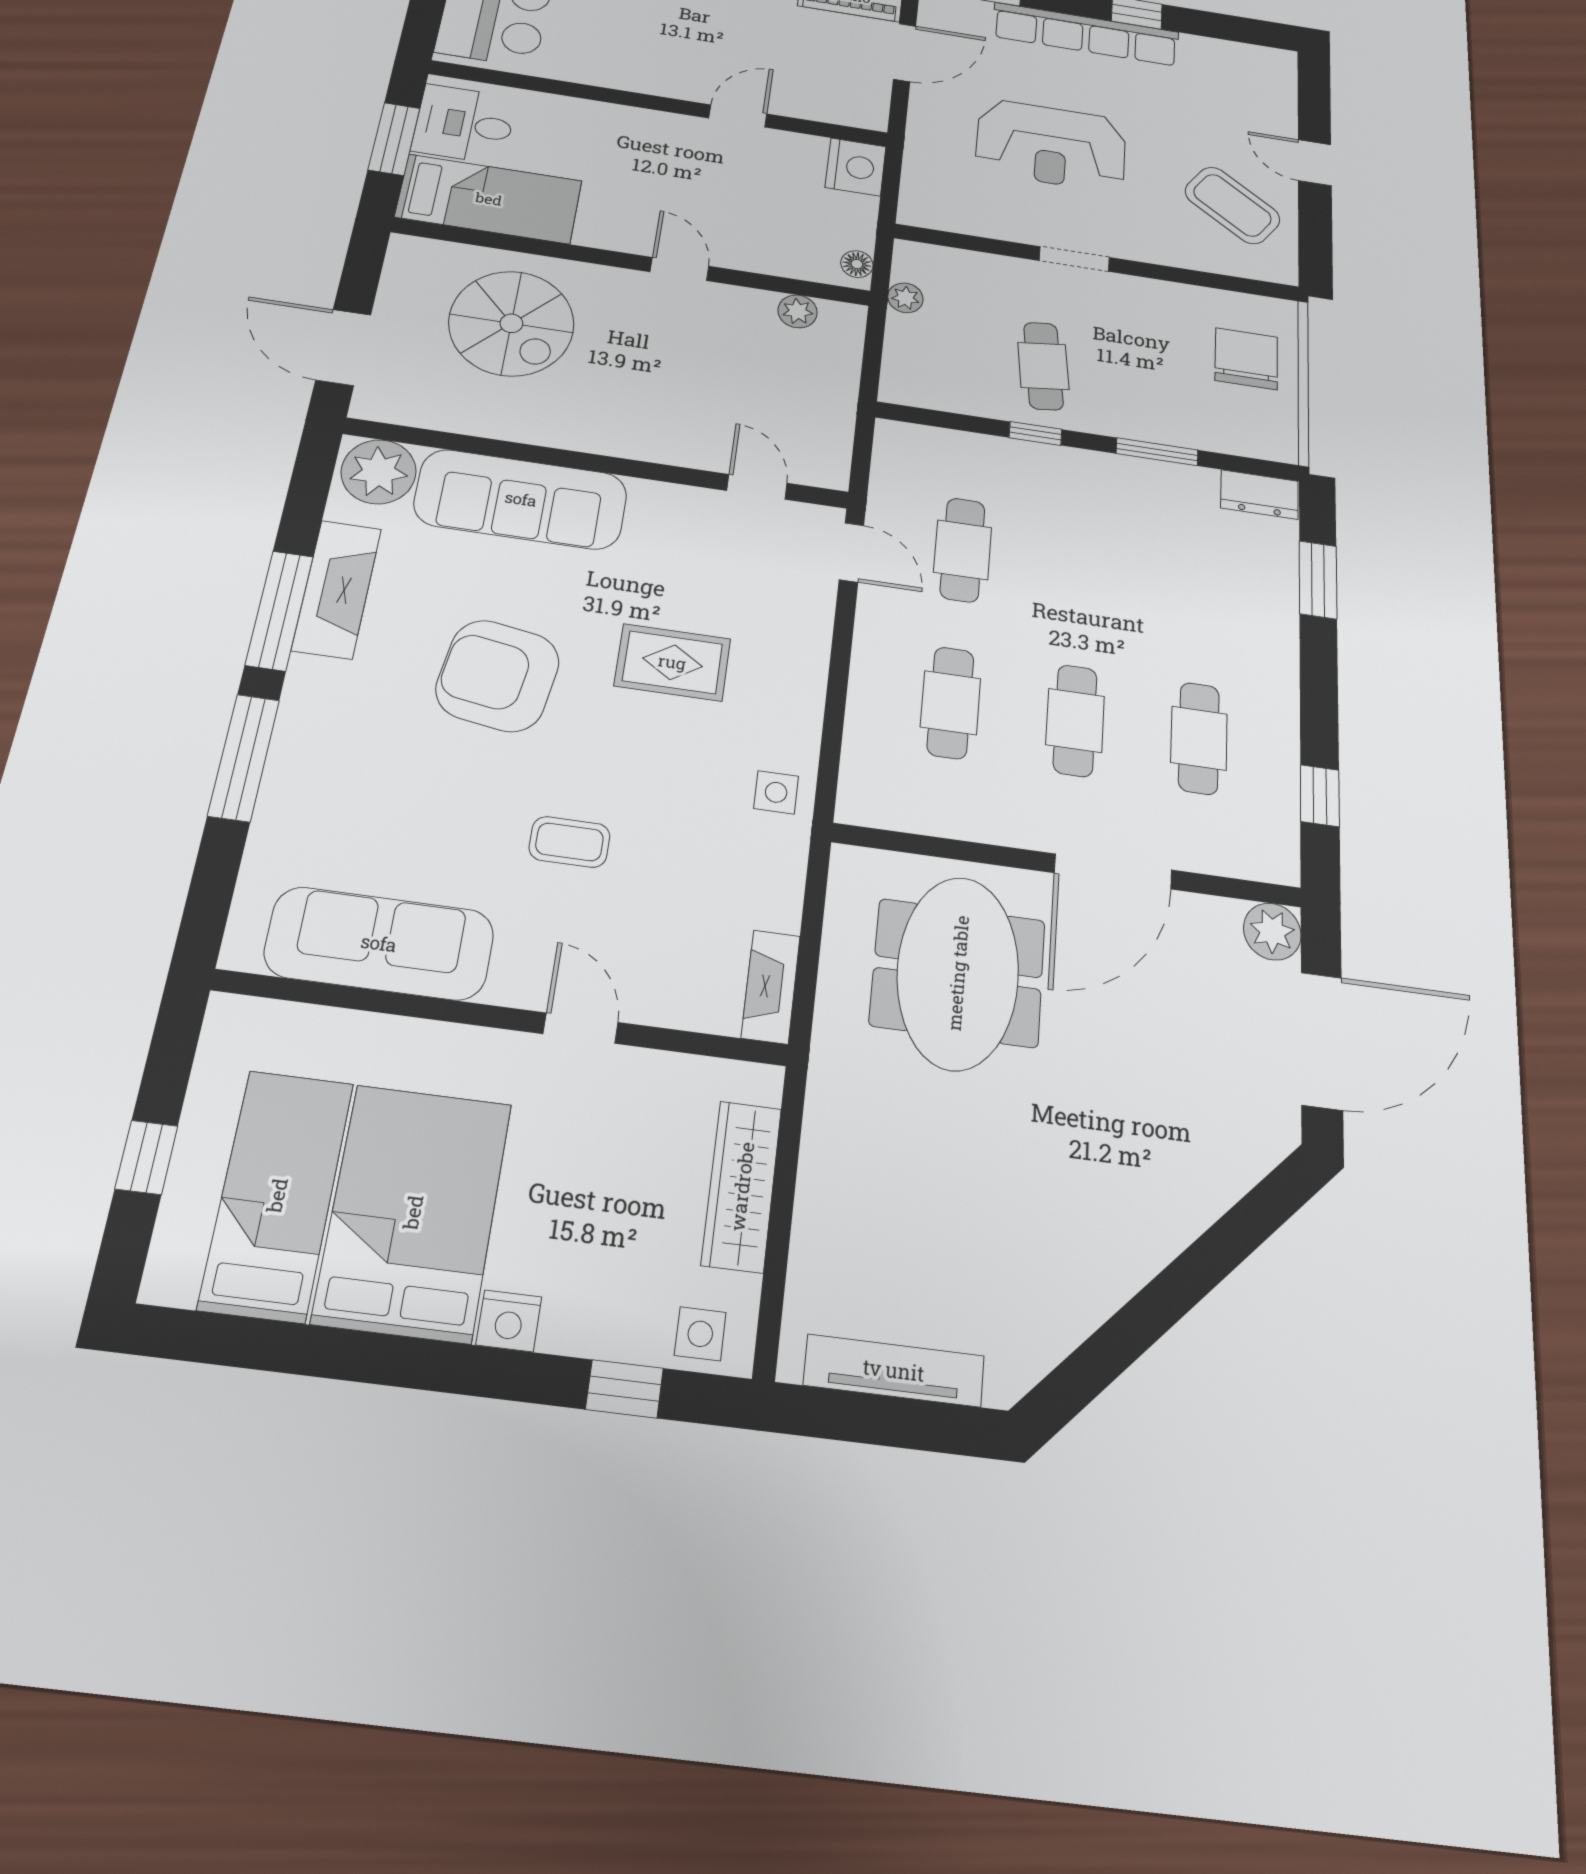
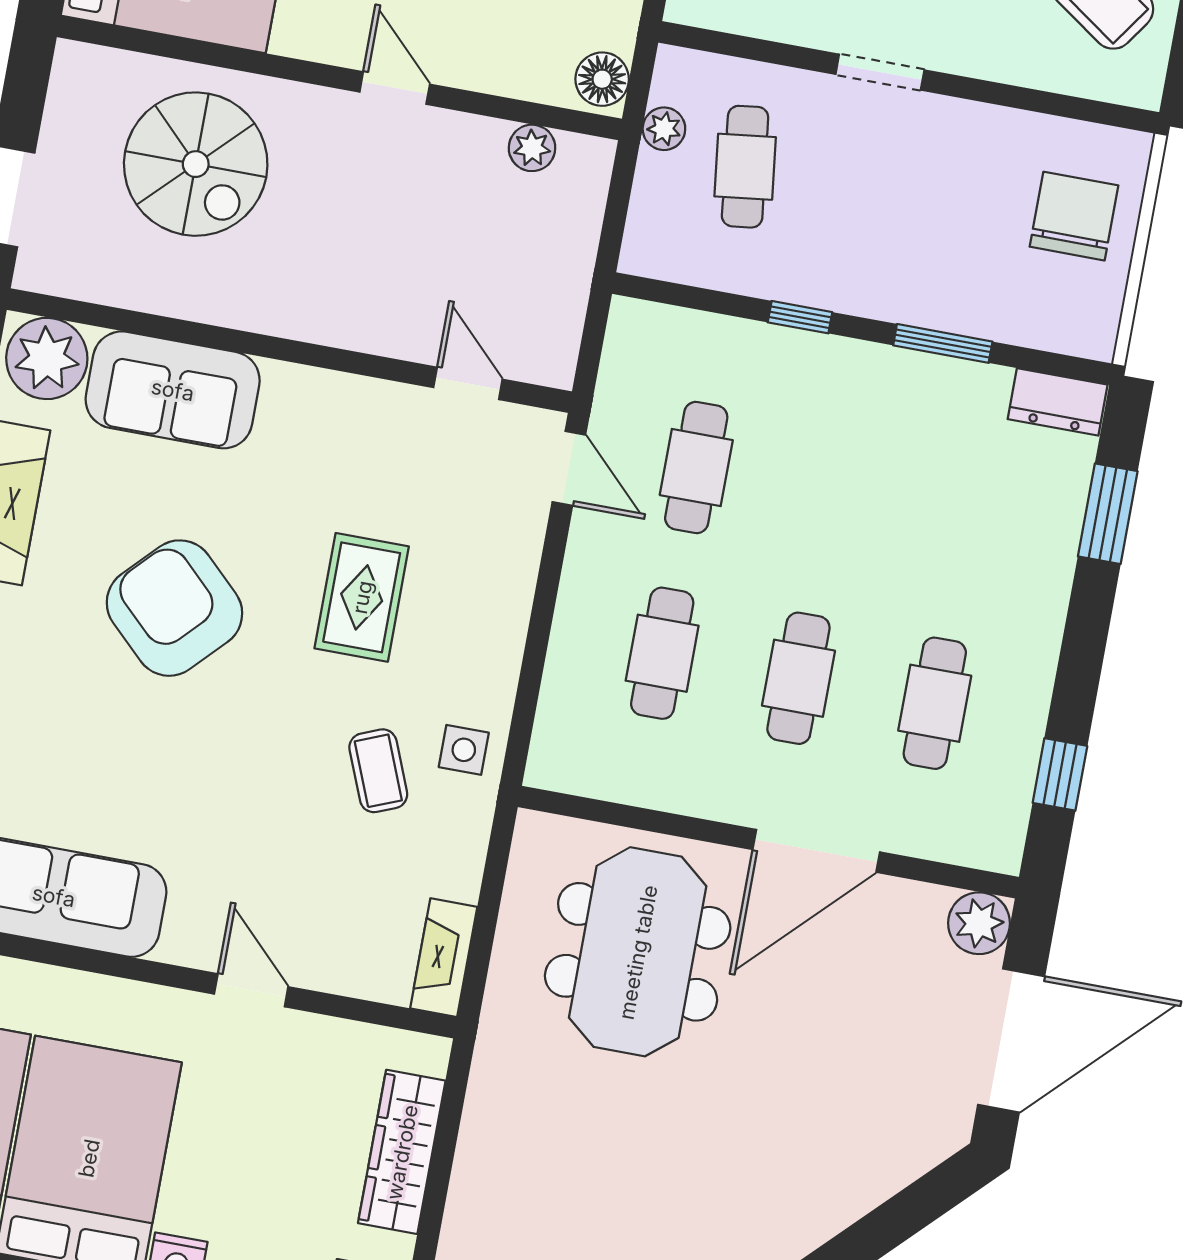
floor lamp: (857, 264) -> (602, 79), width x1.37, depth x1.37
cafe table: (1043, 366) -> (745, 167), moved
sofa: (521, 499) -> (173, 390), width x0.73
rug: (672, 662) -> (362, 597), turned 90
armchair: (498, 676) -> (174, 608), turned 35
coffee table: (570, 842) -> (378, 771), moved, turned 68

